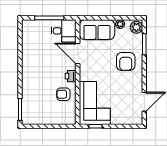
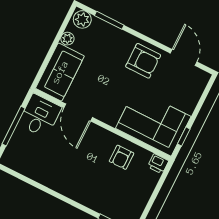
door: (78, 54) -> (78, 112), hinge flipped
armchair: (126, 62) -> (143, 61), moved
printer: (71, 76) -> (158, 164), moved

